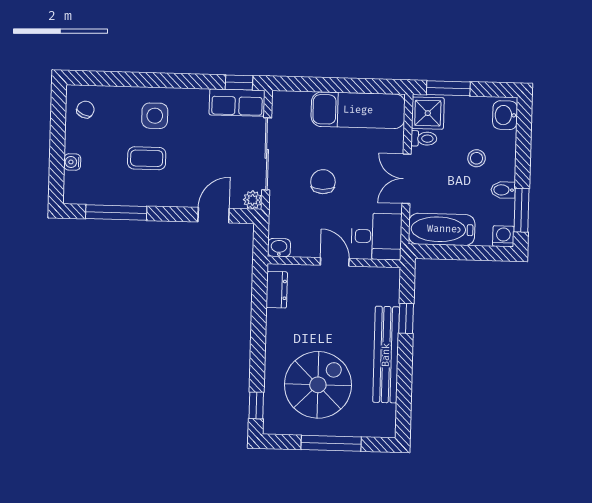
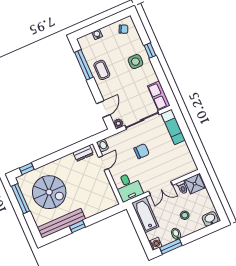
window: (239, 82) -> (150, 50), moved
window: (448, 88) -> (210, 188), removed
exam couch: (358, 110) -> (173, 127), moved, width x0.73, depth x0.69
coffee table: (147, 158) -> (102, 70), moved
double door: (407, 179) -> (161, 188), swing flipped
door: (214, 215) -> (103, 109), hinge flipped
door: (335, 262) -> (103, 163), moved
window: (406, 318) -> (77, 227), moved
bench: (386, 355) -> (61, 223), moved
window: (331, 443) -> (21, 199), moved

